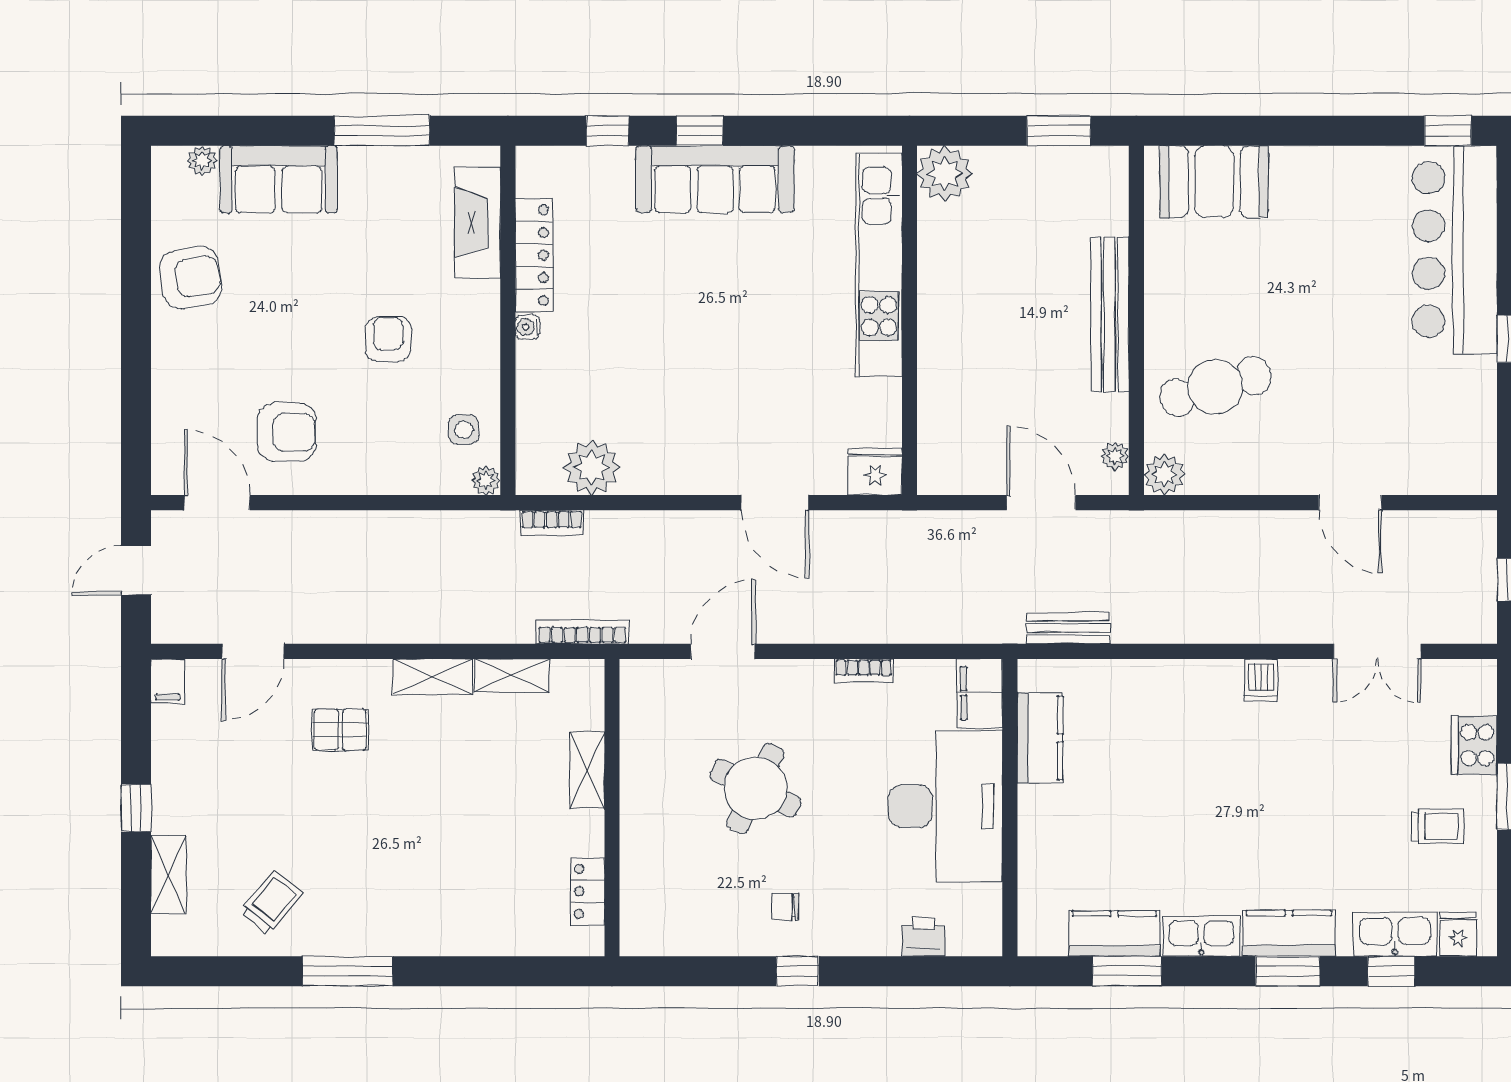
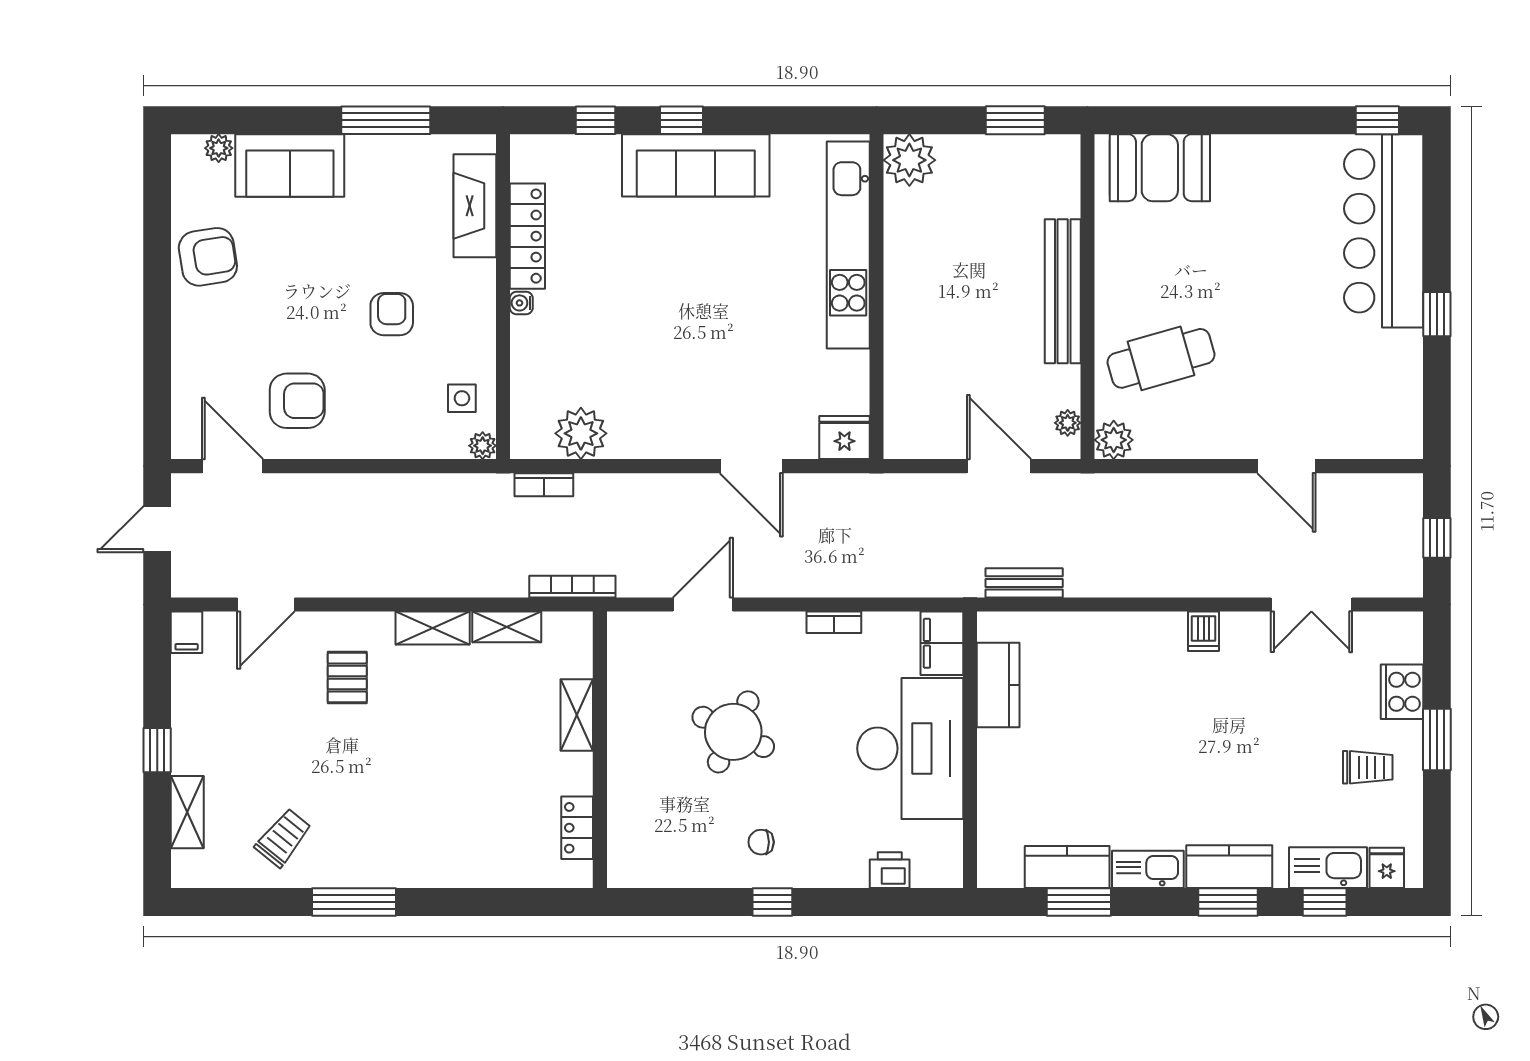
pallet: (340, 730) -> (347, 678), turned 90

